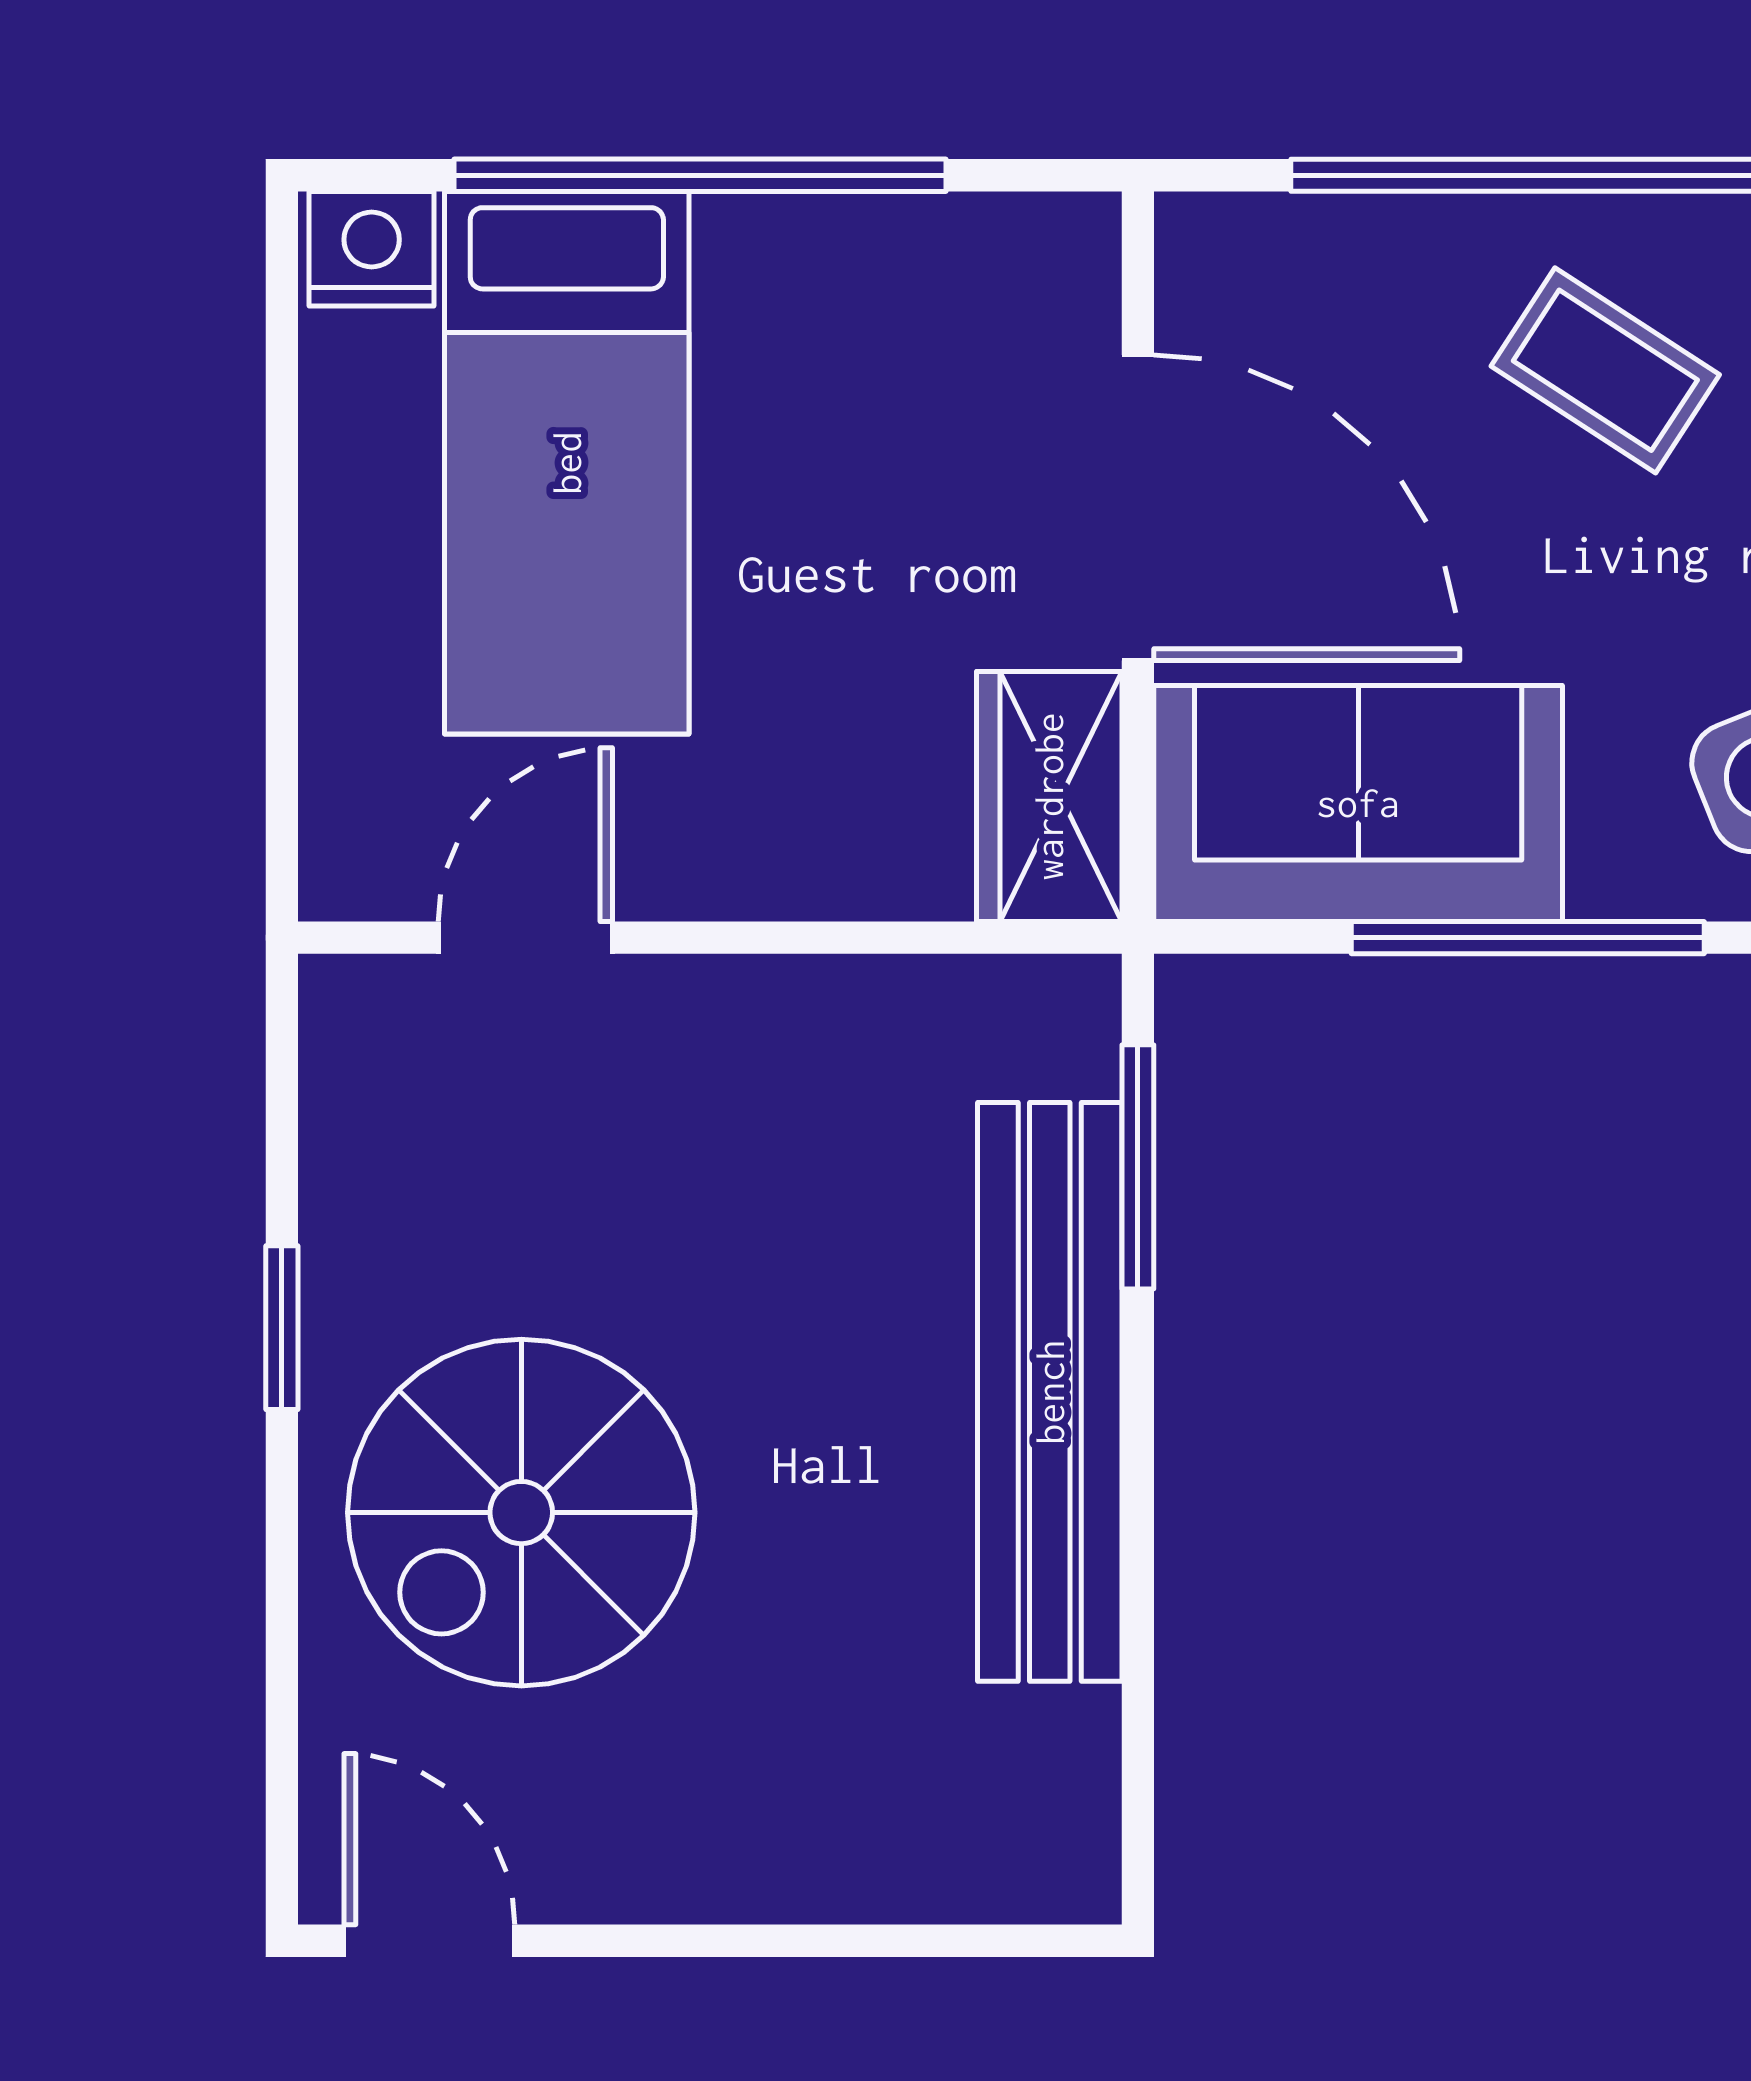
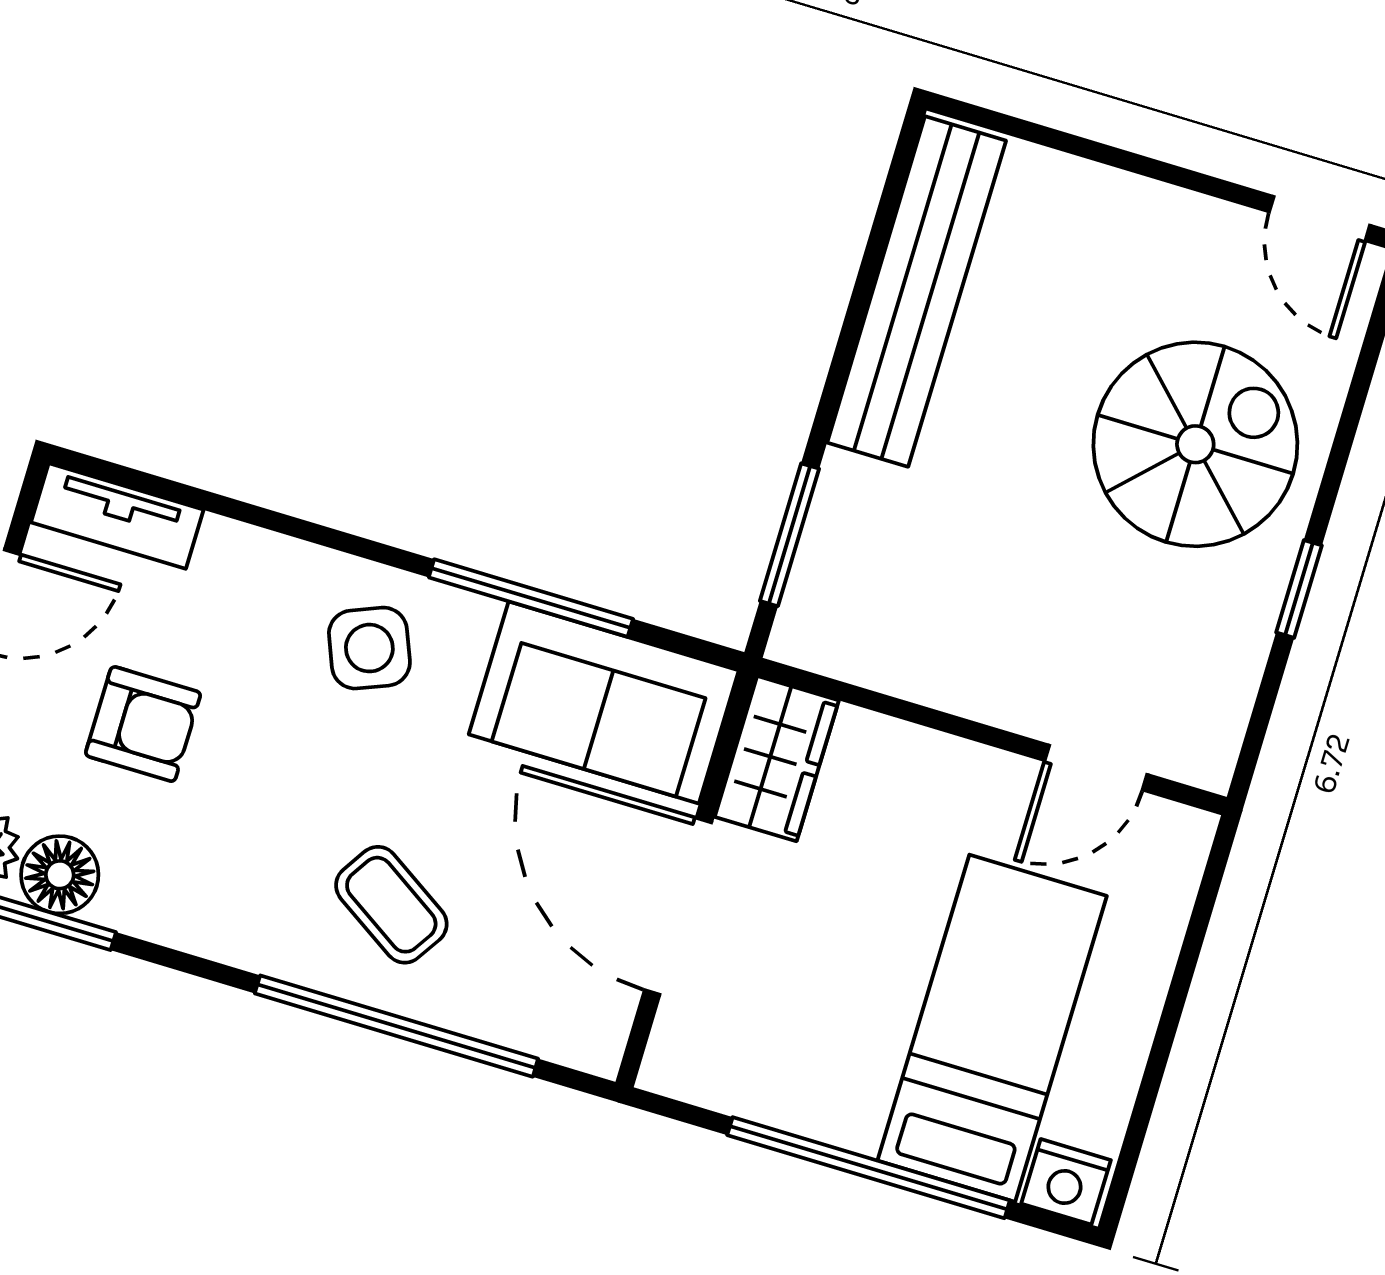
bench: (1050, 1392) -> (917, 292), moved

